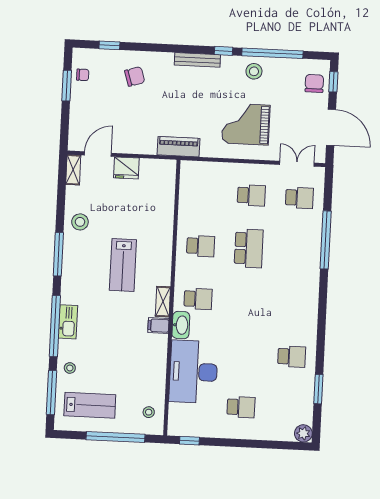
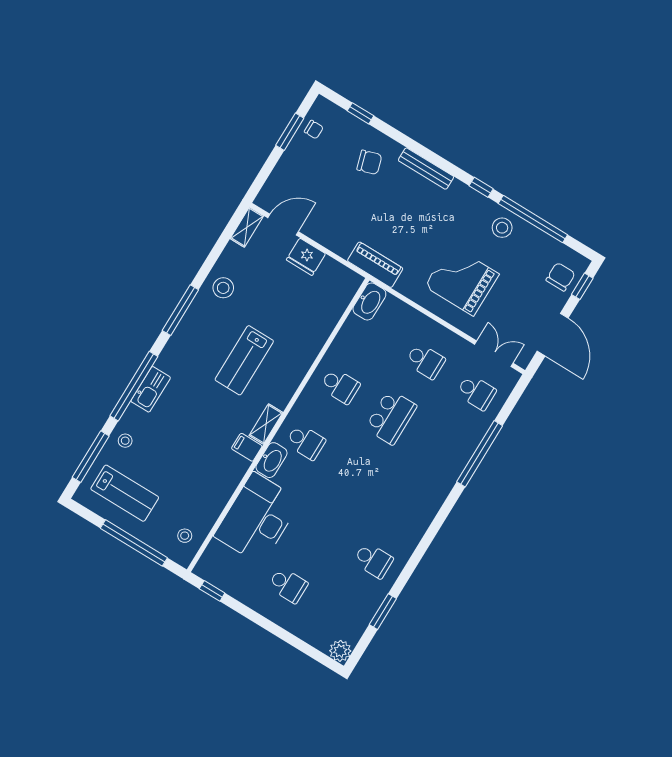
bench: (197, 60) -> (426, 169), moved
washbasin: (189, 175) -> (369, 302), added

